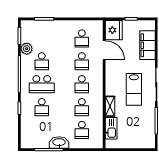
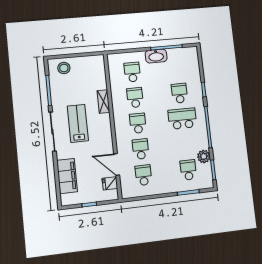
fridge: (114, 30) -> (110, 183), width x0.53, depth x0.75
school desk: (42, 61) -> (188, 170), moved
kitchen sink: (111, 128) -> (100, 77), removed
stool: (141, 139) -> (64, 68), added

